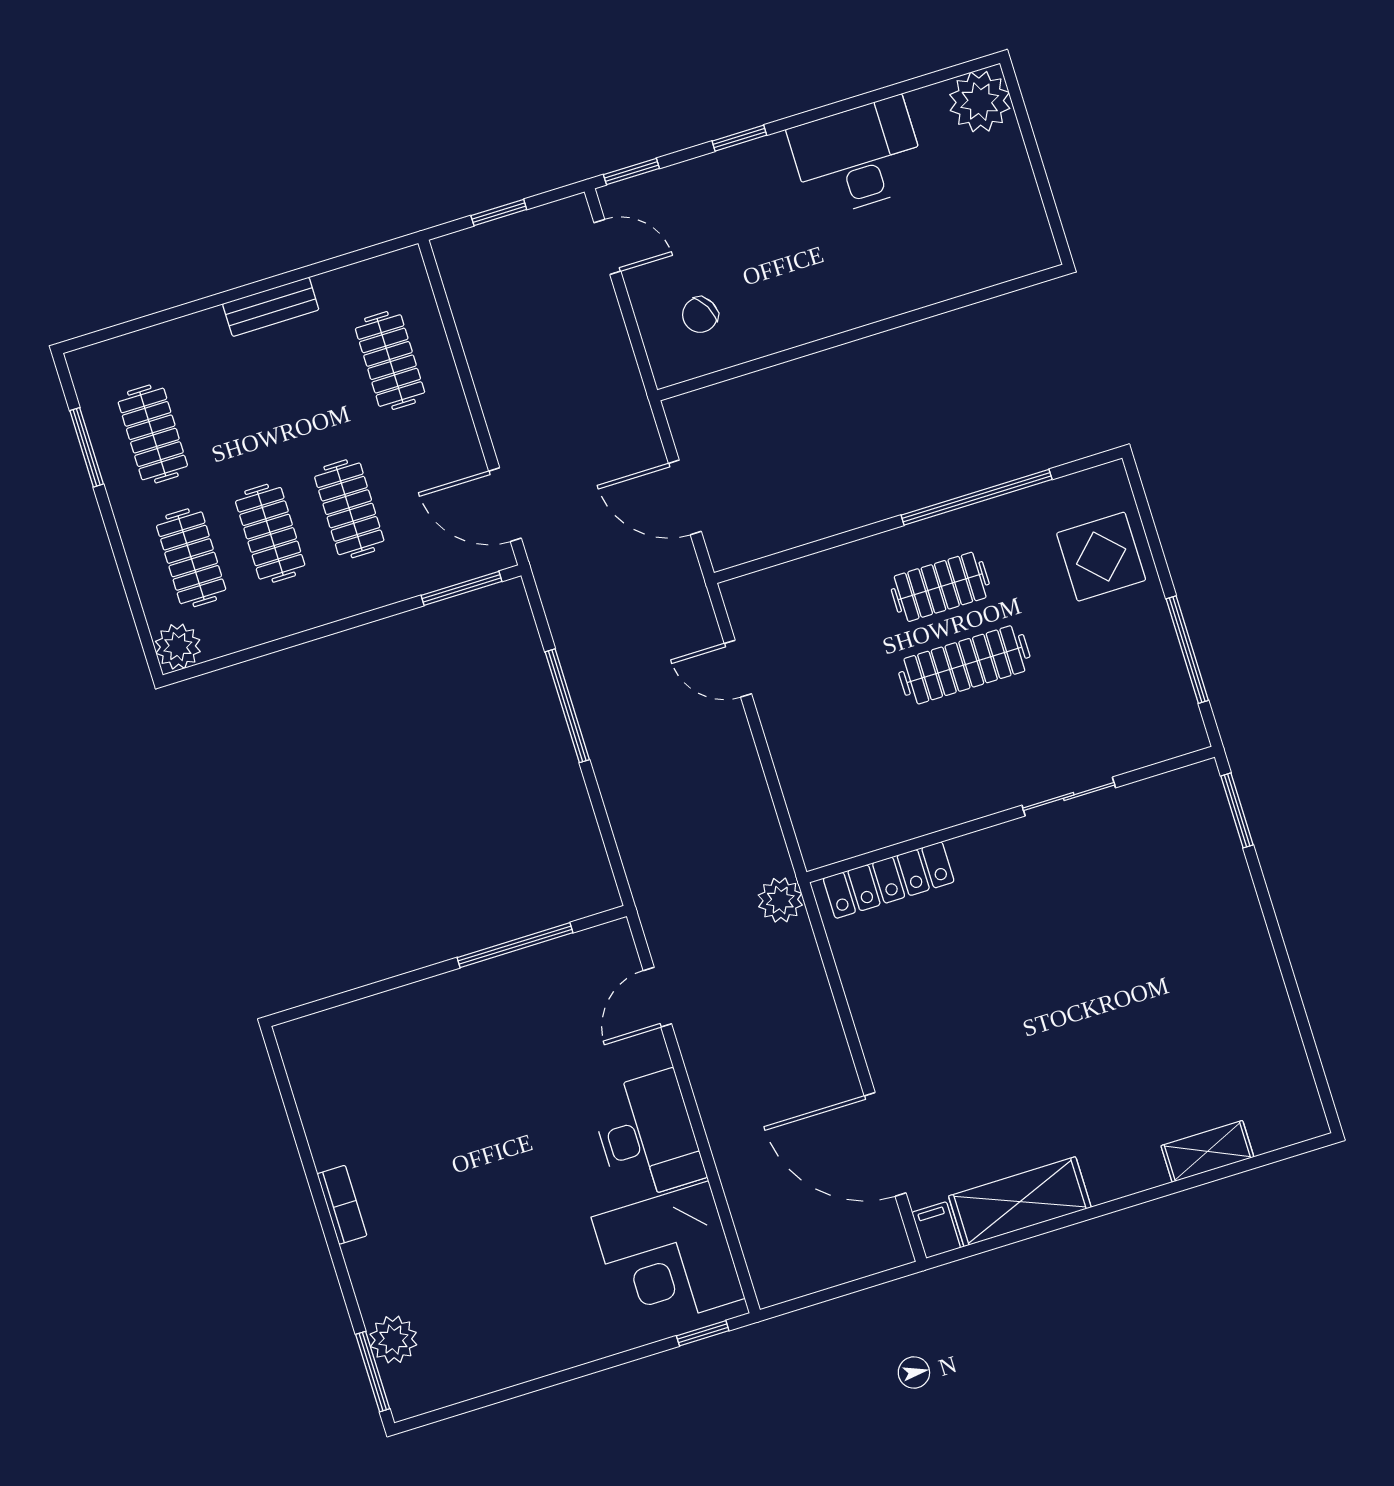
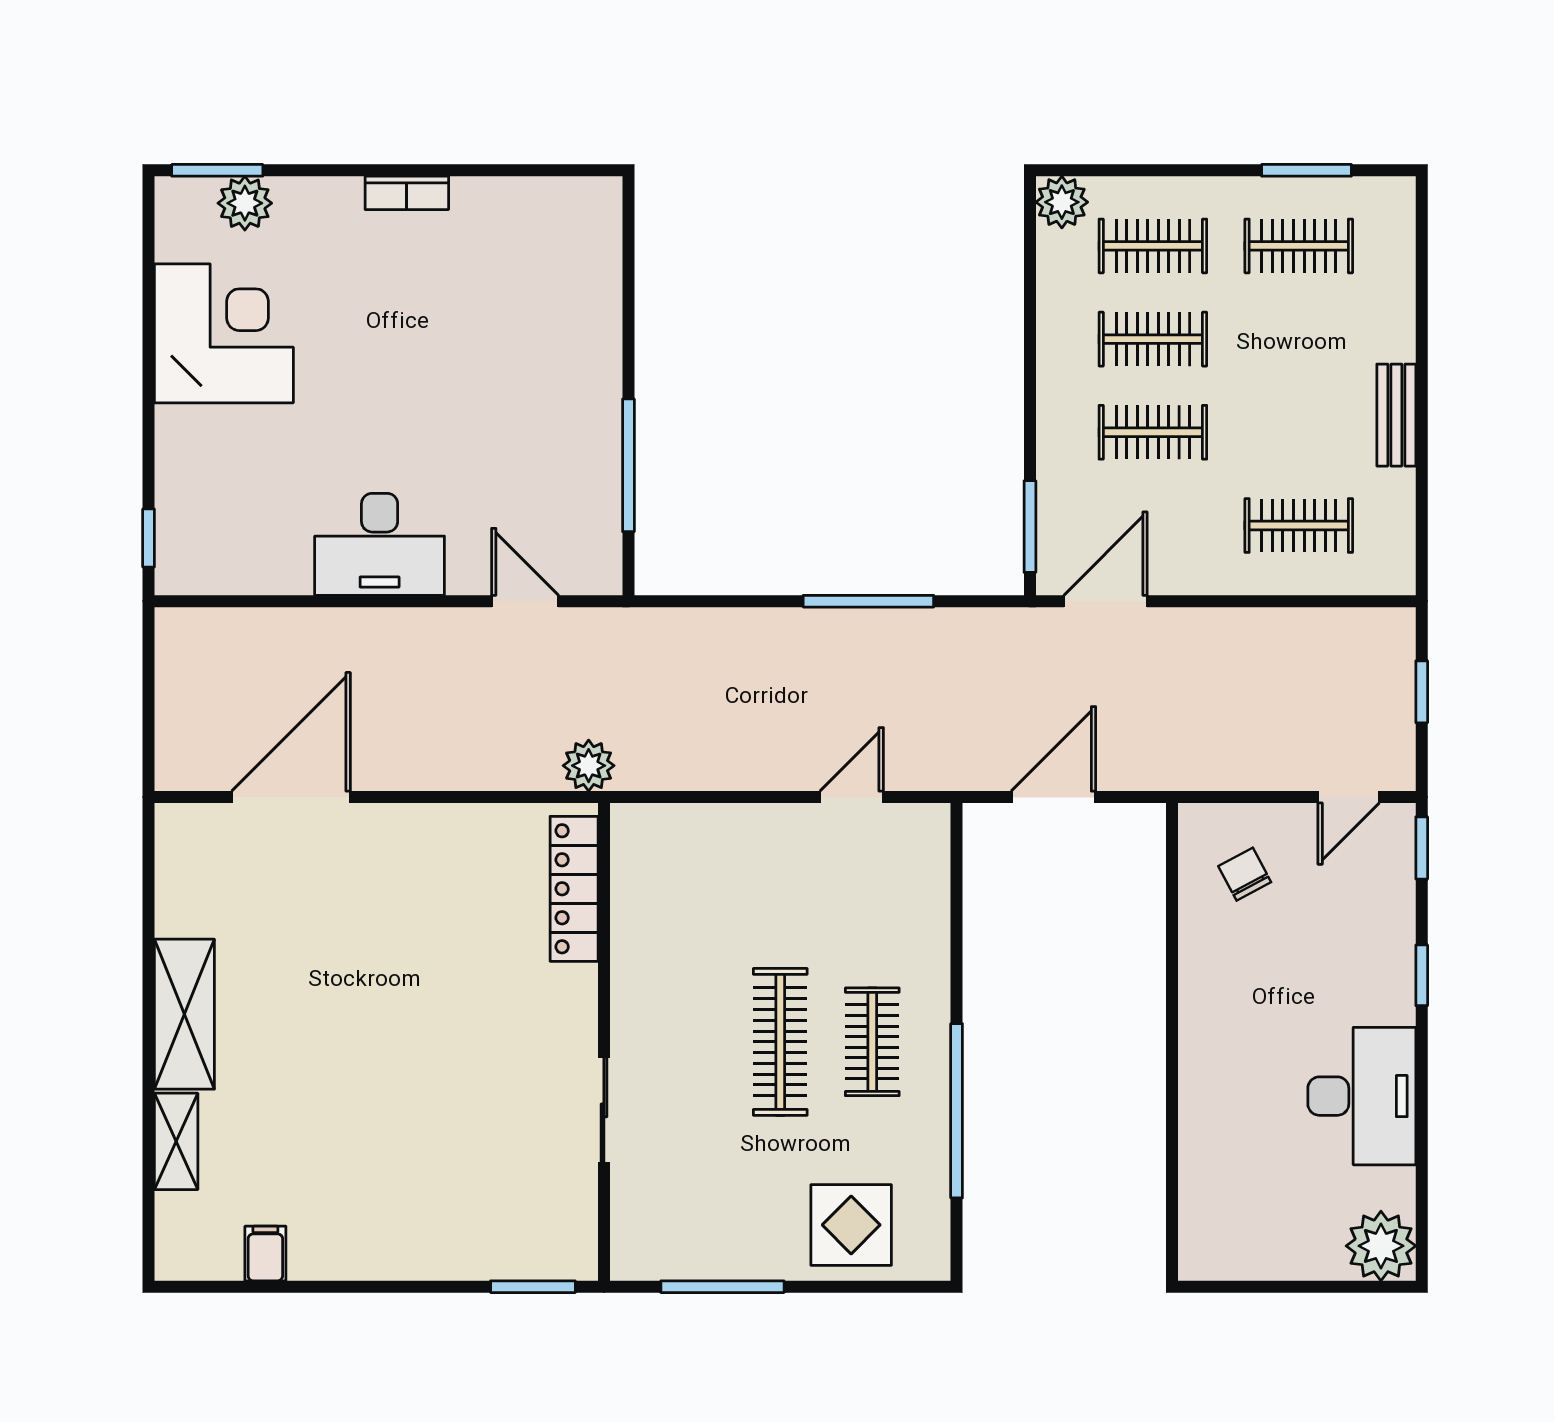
shelving: (1020, 1202) -> (184, 1014), moved
filing cabinet: (936, 1230) -> (265, 1253), moved, turned -90
corner desk: (668, 1258) -> (224, 333), moved, turned 90

